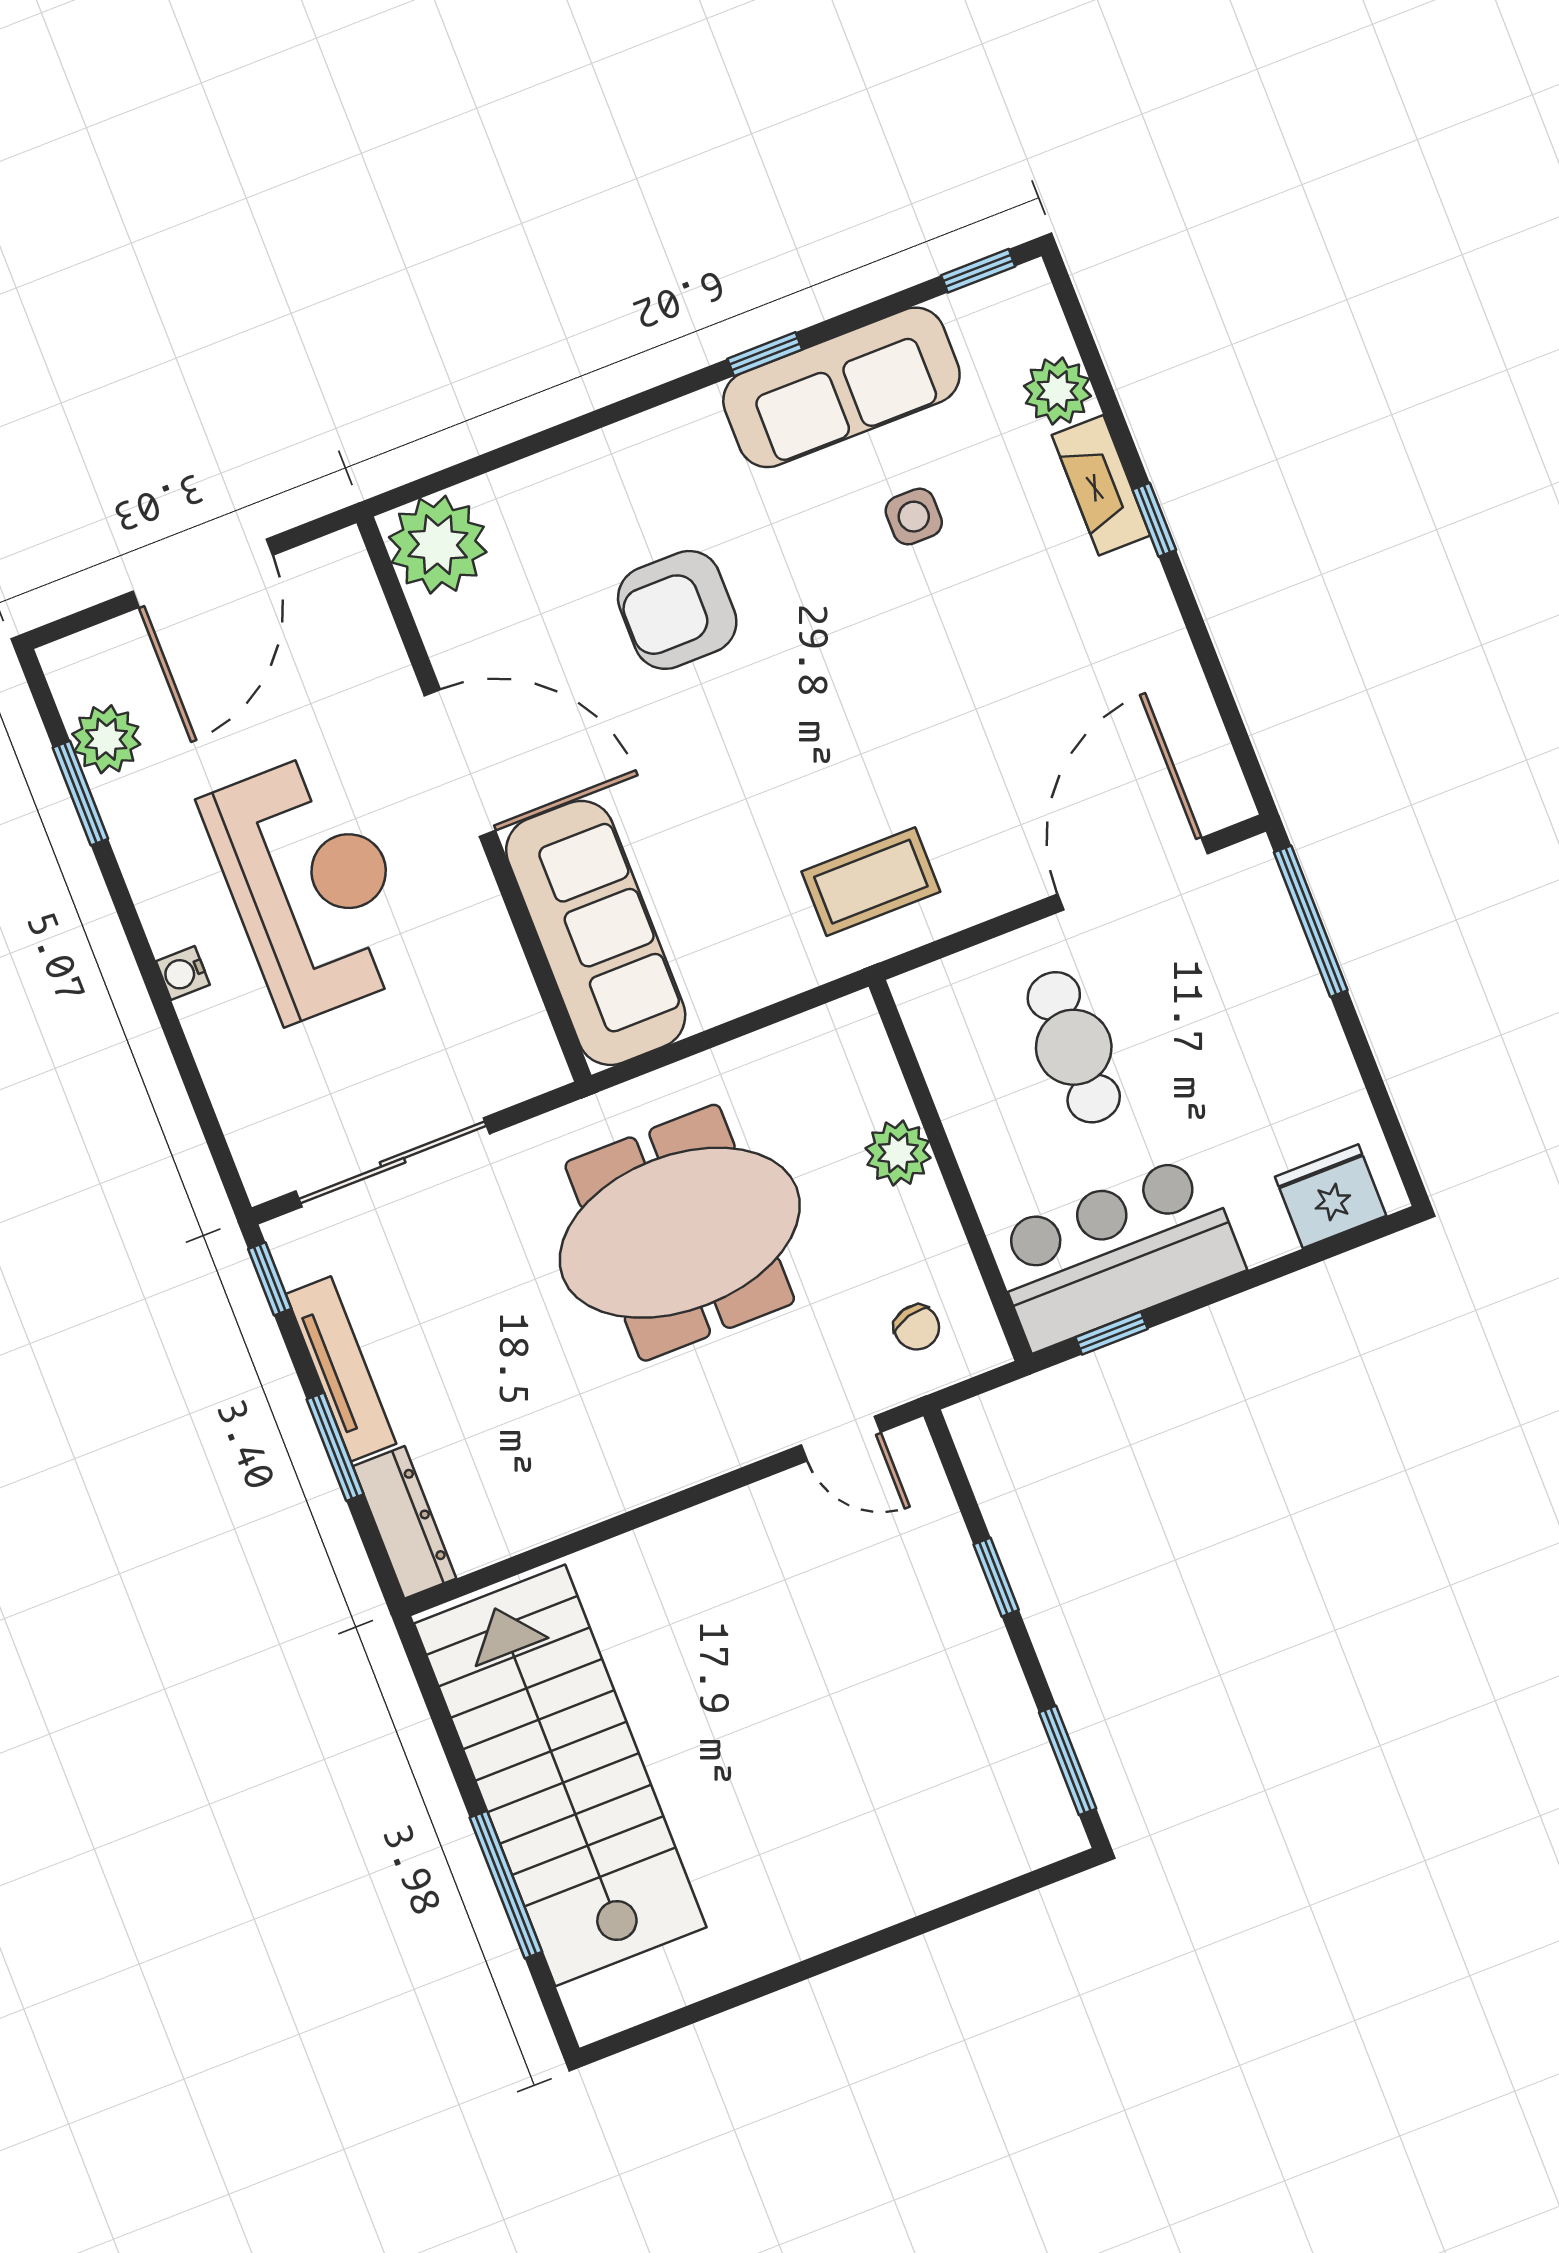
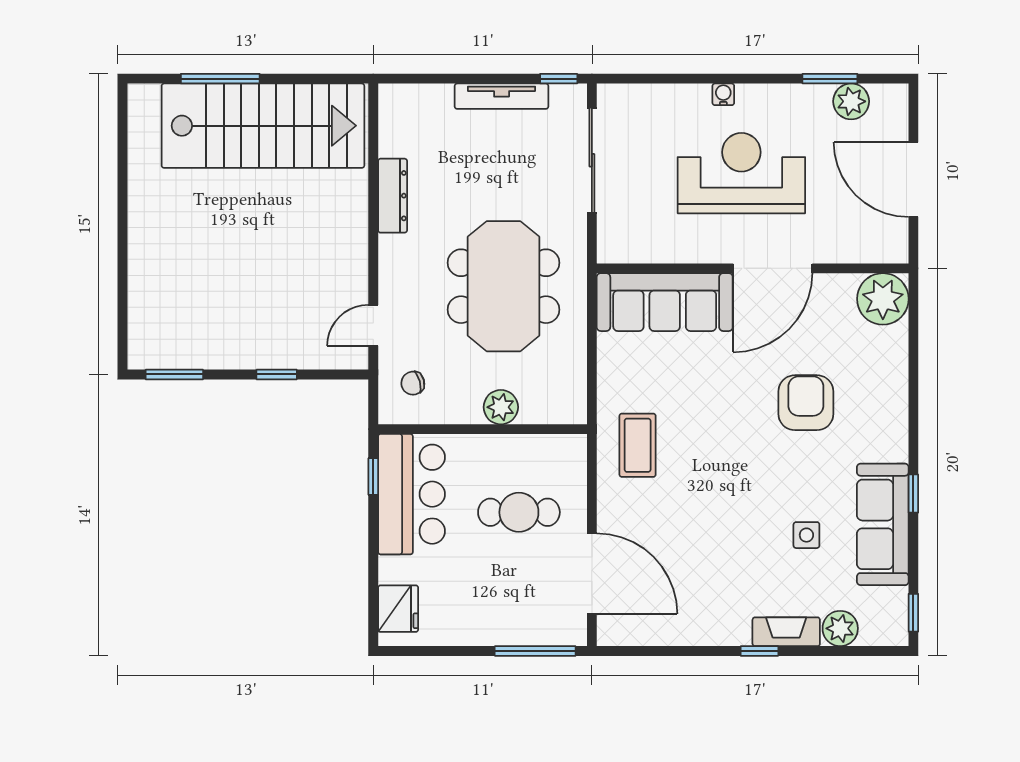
reception desk: (311, 886) -> (741, 173), turned 180
window: (335, 1447) -> (465, 79), removed
dresser: (404, 1522) -> (393, 196), moved, turned -90

